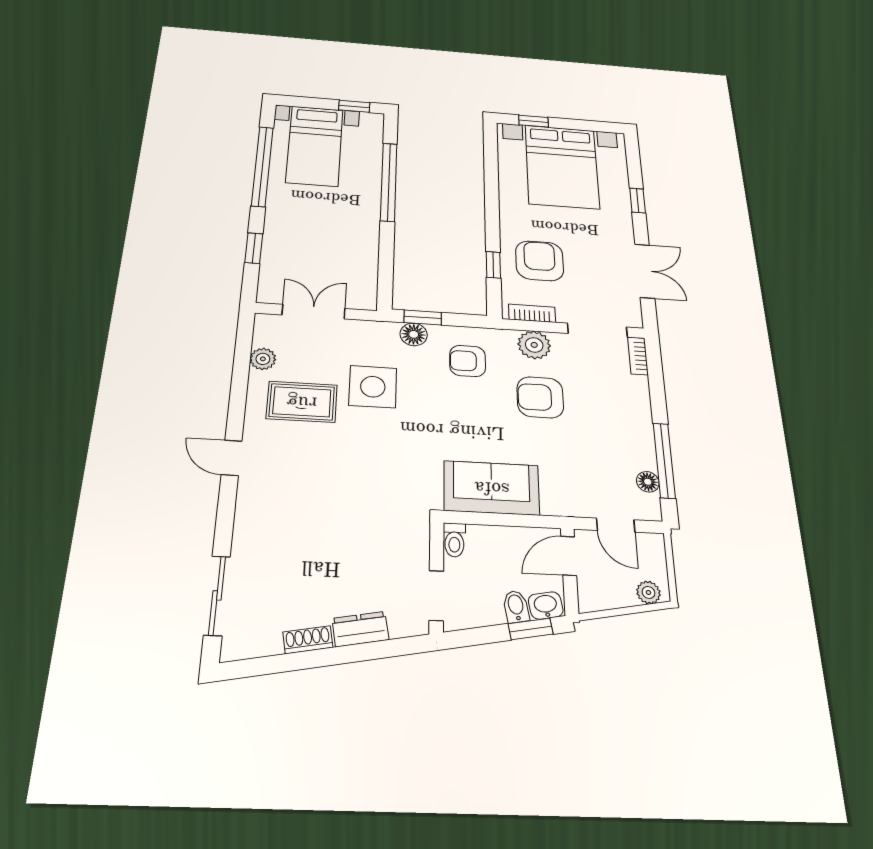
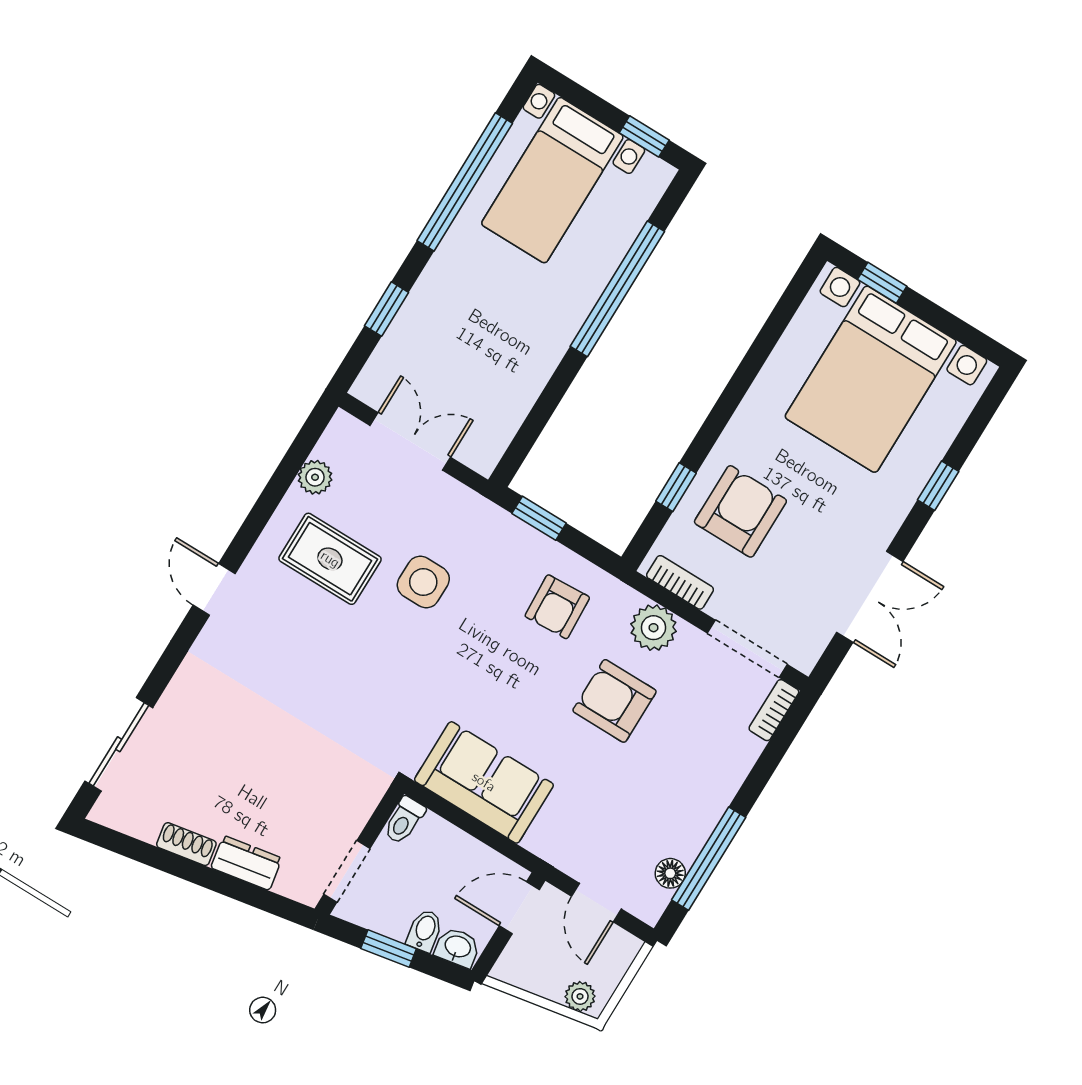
floor lamp: (414, 334) -> (514, 536), removed
armchair: (468, 361) -> (557, 607), turned -93
side table: (373, 387) -> (423, 582), width x0.73, depth x0.73
window: (531, 629) -> (389, 949), moved

